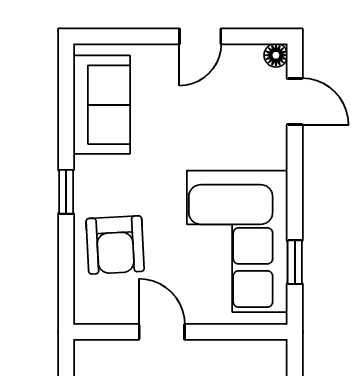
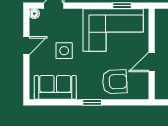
door: (200, 36) -> (26, 46), hinge flipped
side table: (188, 126) -> (64, 51), added

